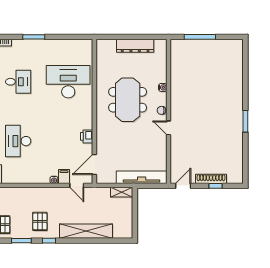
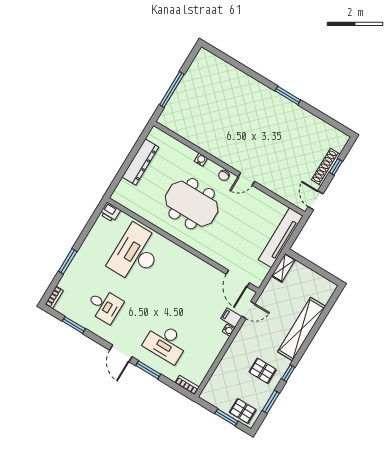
desk: (18, 82) -> (104, 306), turned 90
printer: (87, 136) -> (110, 212), moved

